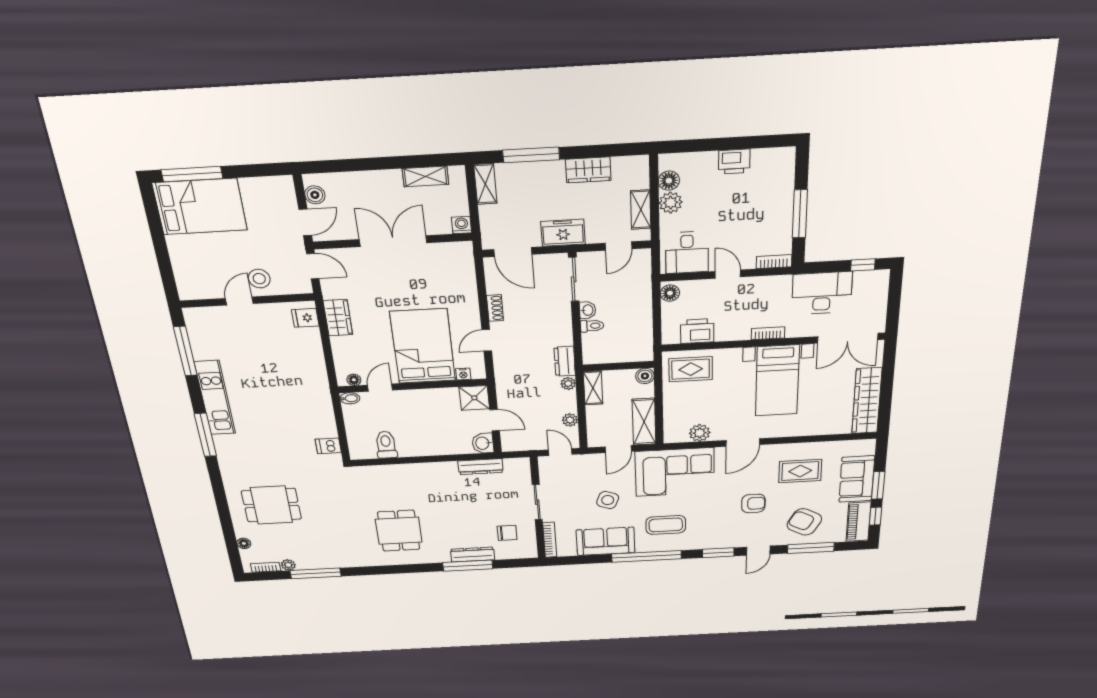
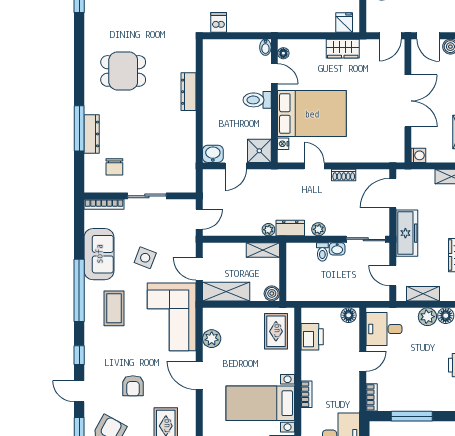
freezer: (563, 233) -> (407, 233), width x1.40
plant: (570, 420) -> (318, 229), moved
toilet: (386, 445) -> (257, 100), moved, turned 180
dresser: (481, 467) -> (188, 92), moved
window: (718, 553) -> (79, 355), width x0.67

